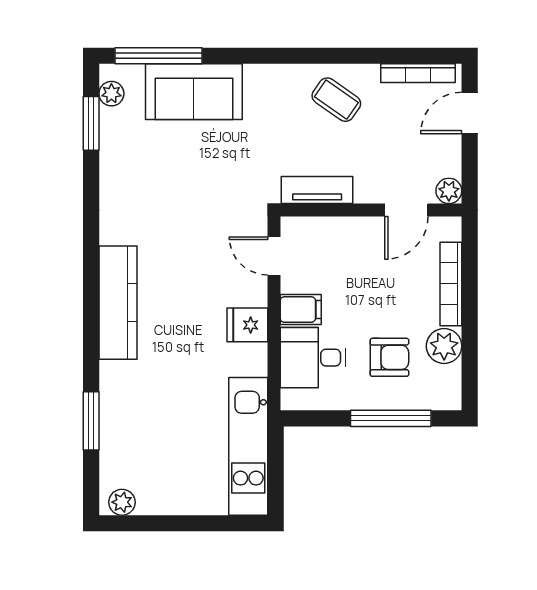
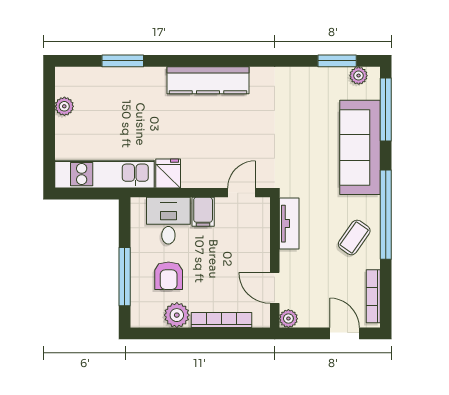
window: (305, 56) -> (386, 215), added
sofa: (194, 92) -> (360, 147), width x1.36
fridge: (247, 325) -> (168, 173), moved
plant: (122, 502) -> (64, 106), moved

